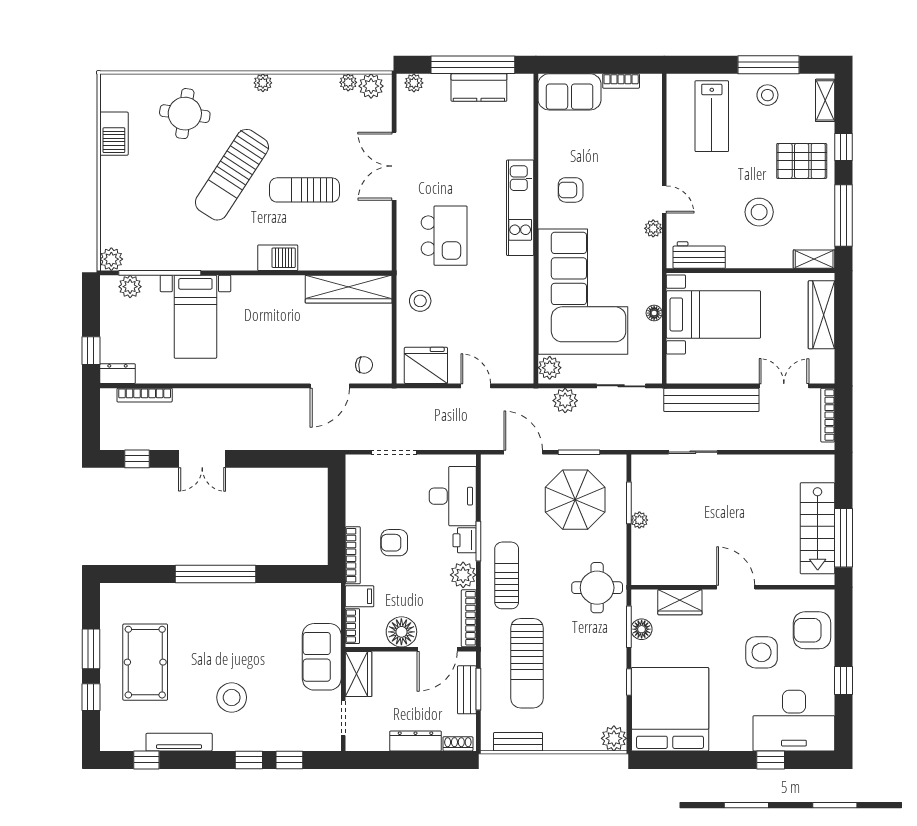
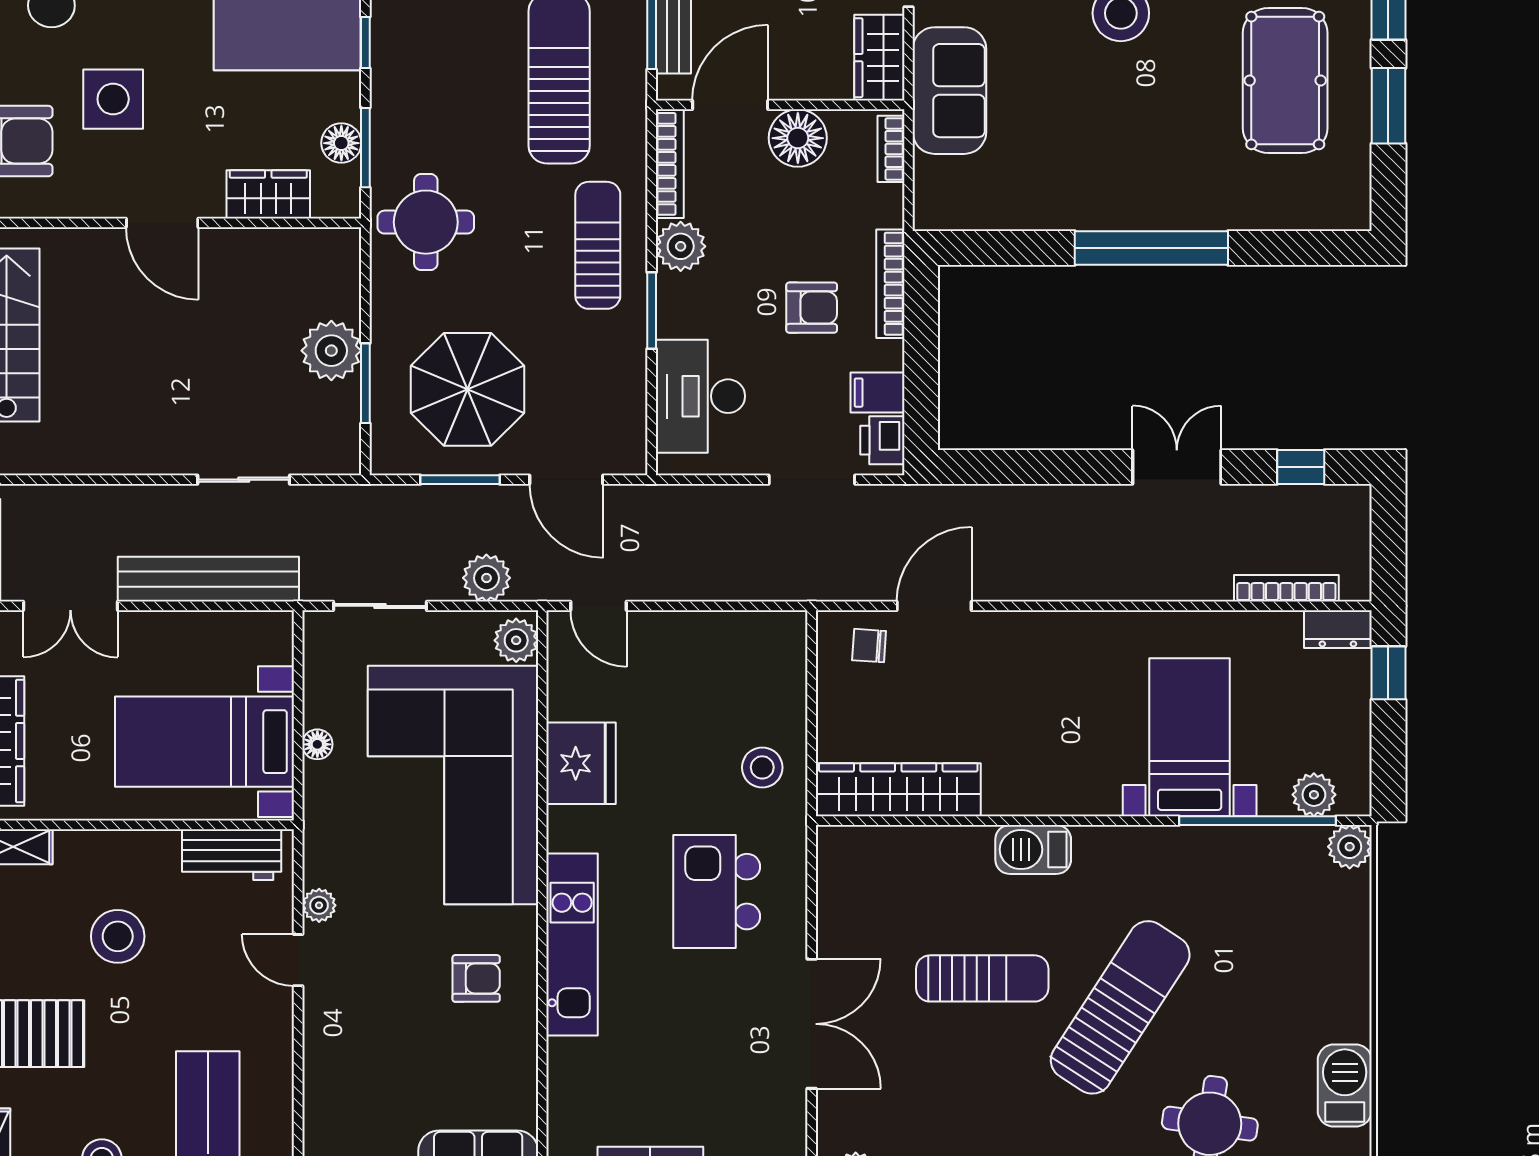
fridge: (426, 365) -> (581, 763), moved, turned -90
door: (476, 386) -> (598, 606), moved
plant: (639, 520) -> (331, 351), width x1.88, depth x1.88
printer: (465, 540) -> (882, 440), moved, turned 180
sun lounger: (507, 575) -> (598, 245), turned 180
filing cabinet: (360, 596) -> (877, 393), moved

